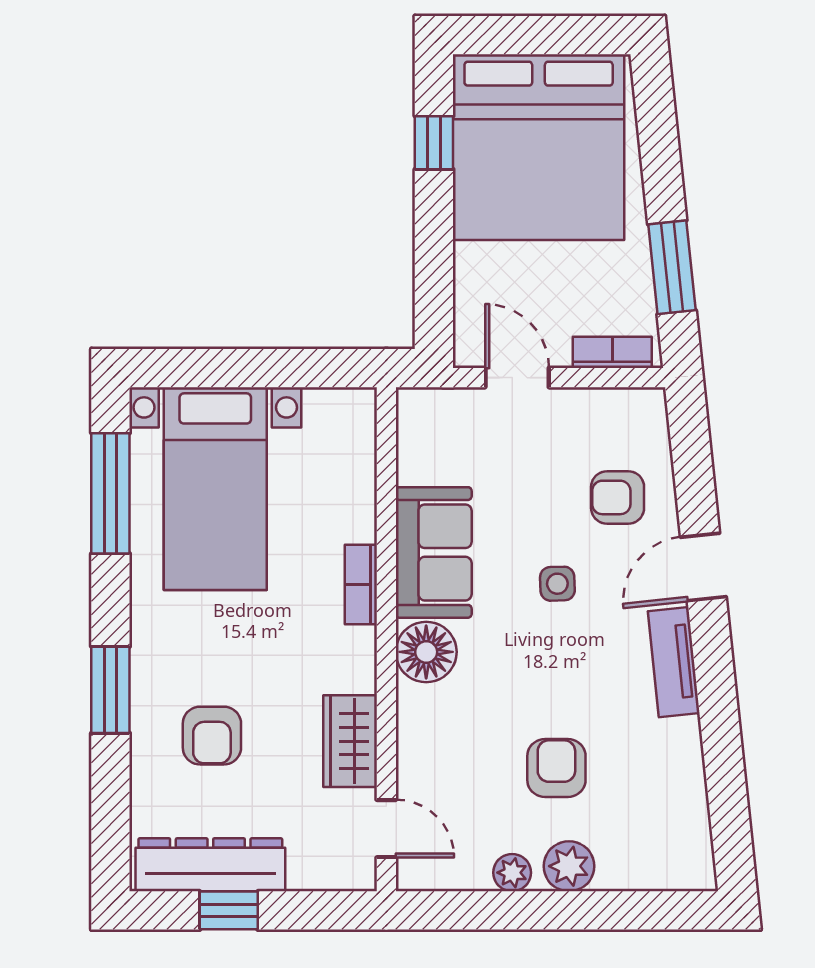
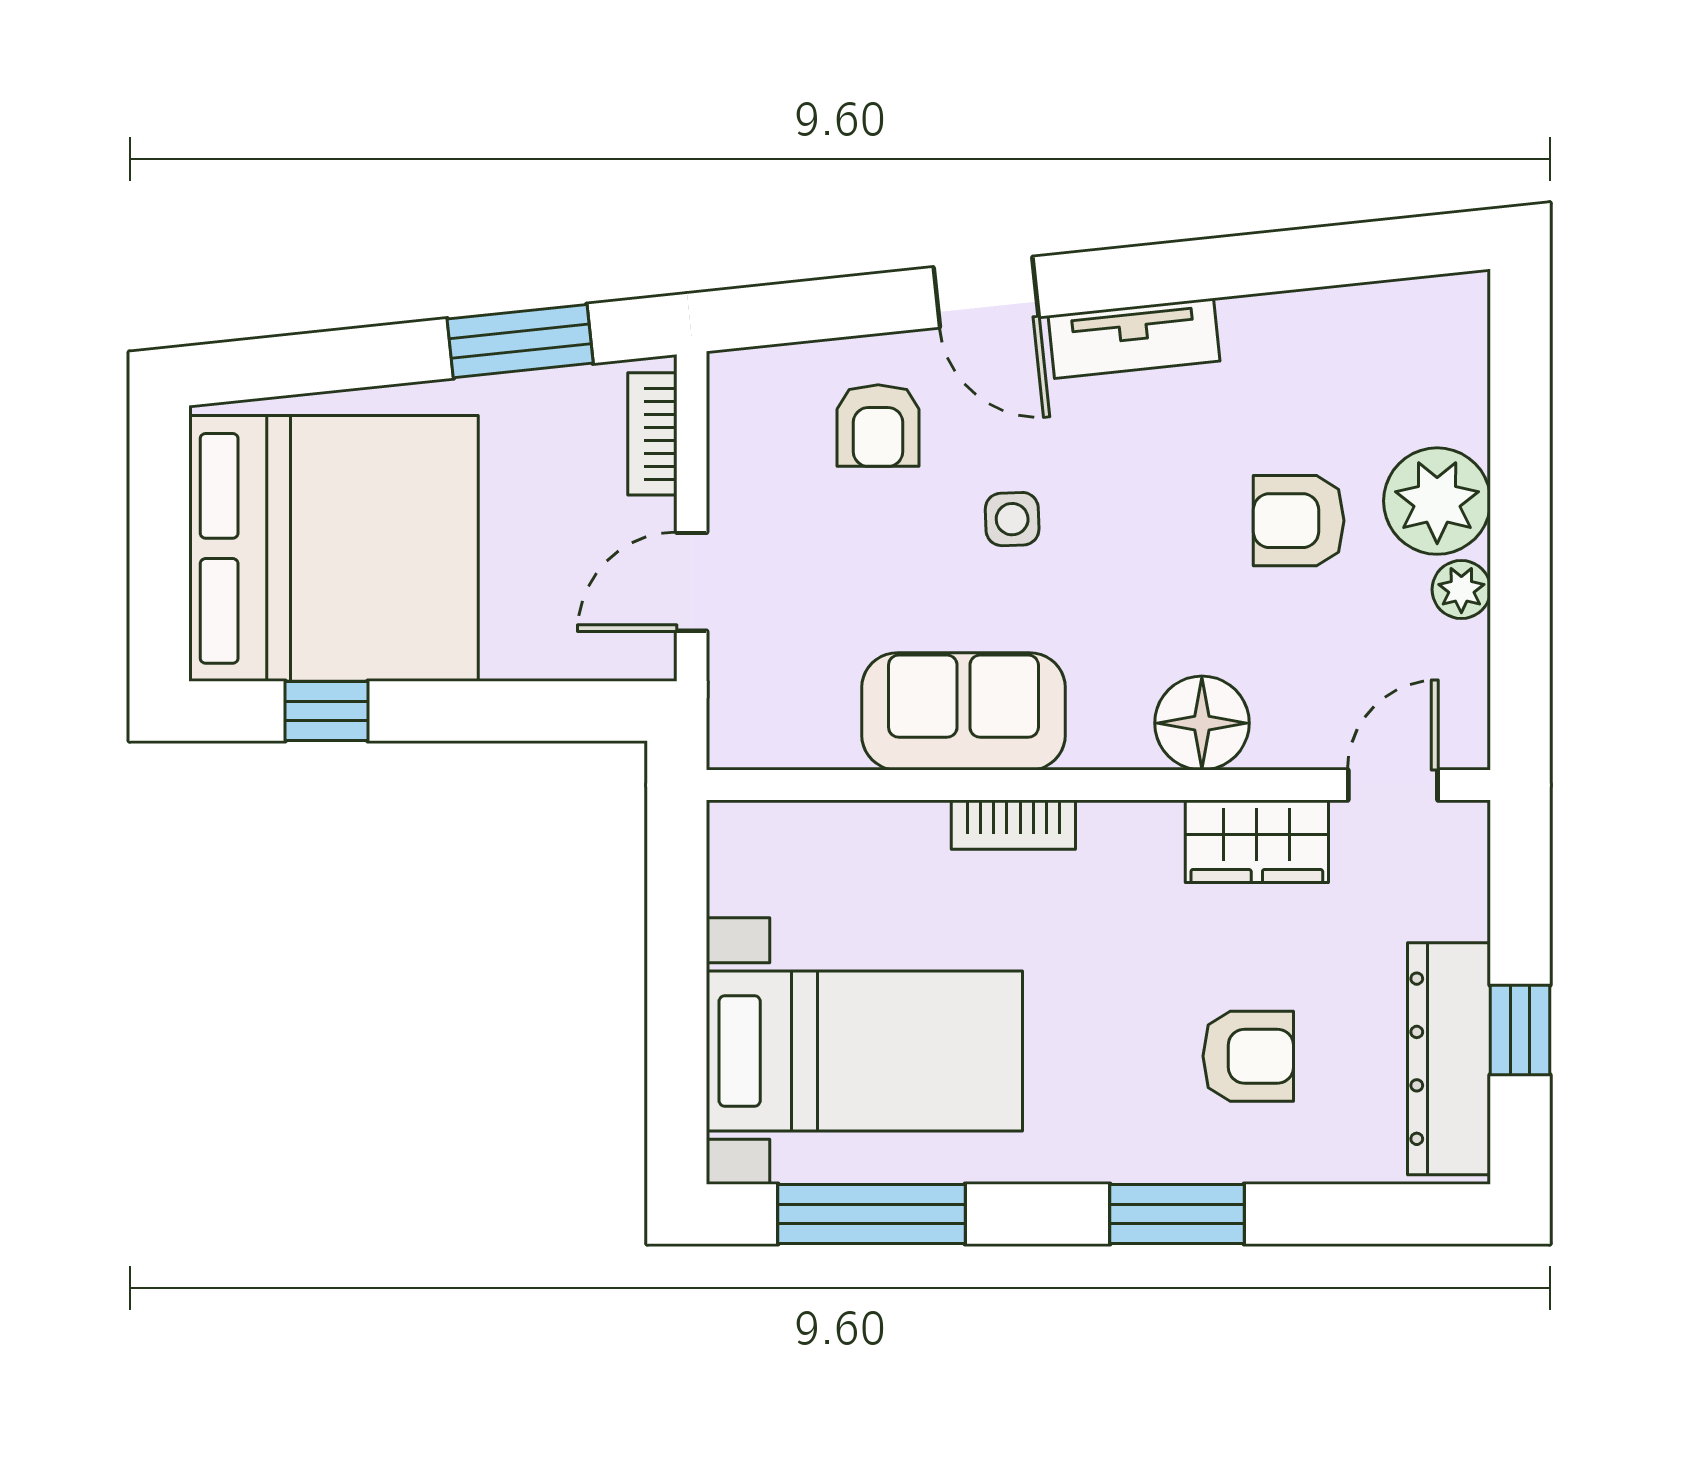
floor lamp: (426, 652) -> (1202, 723), moved
plant: (569, 866) -> (1437, 501), width x1.36, depth x1.36

